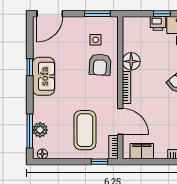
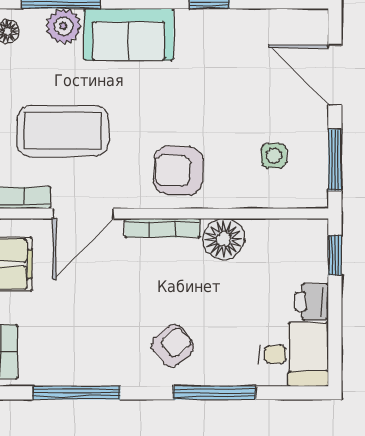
door: (50, 14) -> (335, 75), moved
window: (162, 14) -> (335, 255), moved
armchair: (100, 65) -> (178, 171), moved
sofa: (44, 76) -> (129, 34), moved

